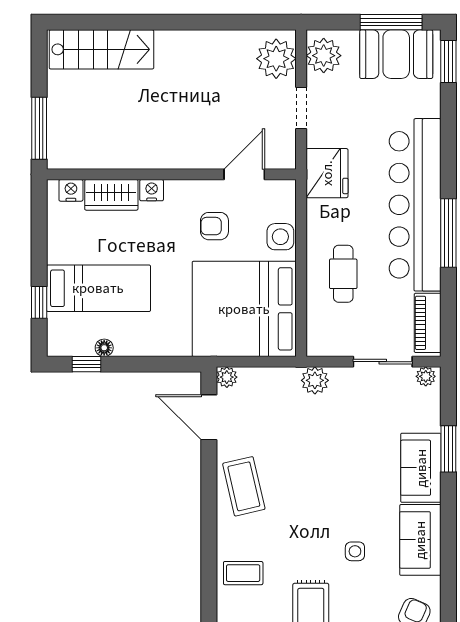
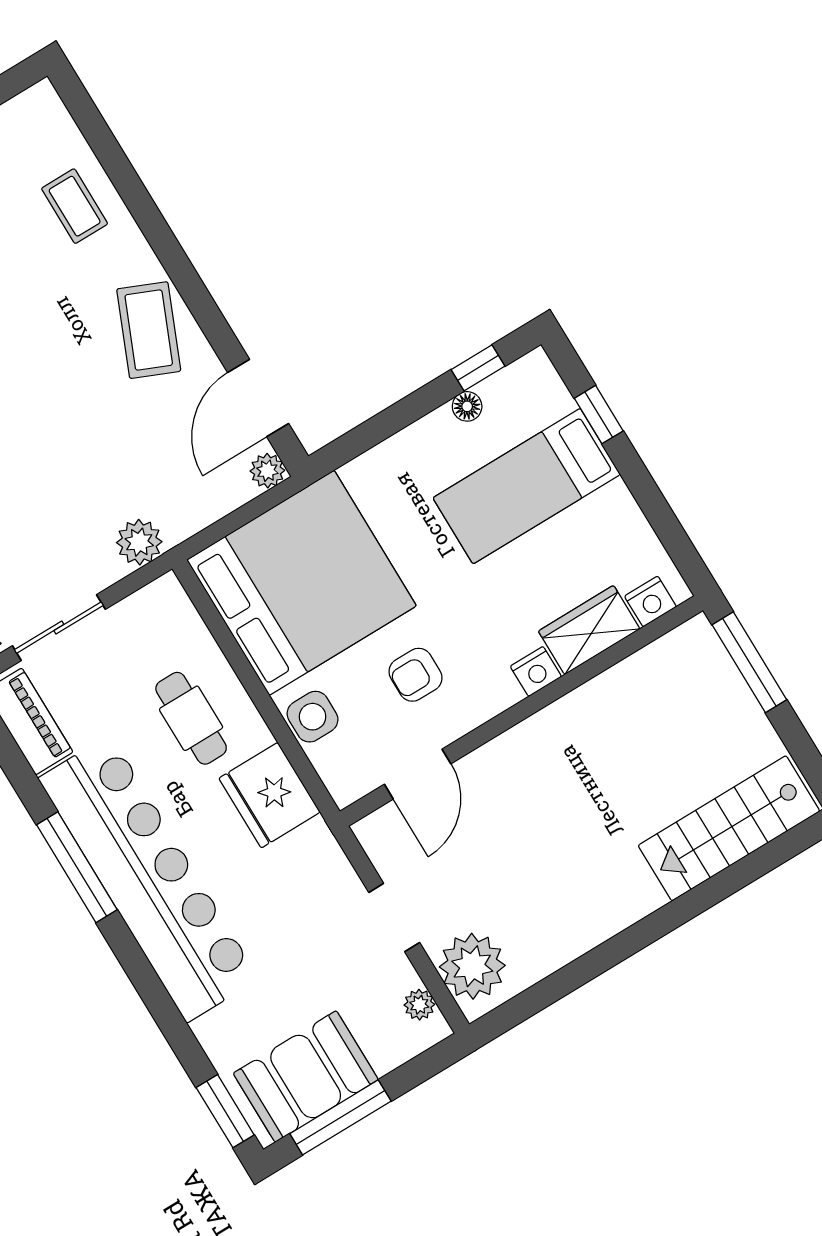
plant: (324, 56) -> (419, 1005), width x0.53, depth x0.53
fridge: (327, 173) -> (269, 795), moved
armchair: (214, 226) -> (415, 675), turned 180
door: (209, 417) -> (258, 398), swing flipped
coffee table: (244, 486) -> (149, 330), turned 36
coffee table: (243, 573) -> (75, 206), turned 90

